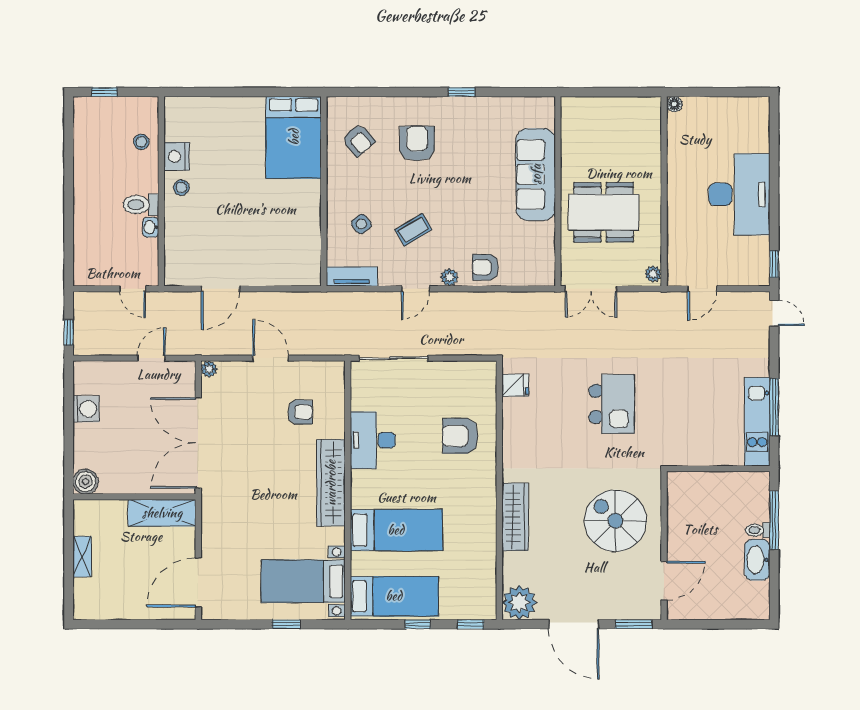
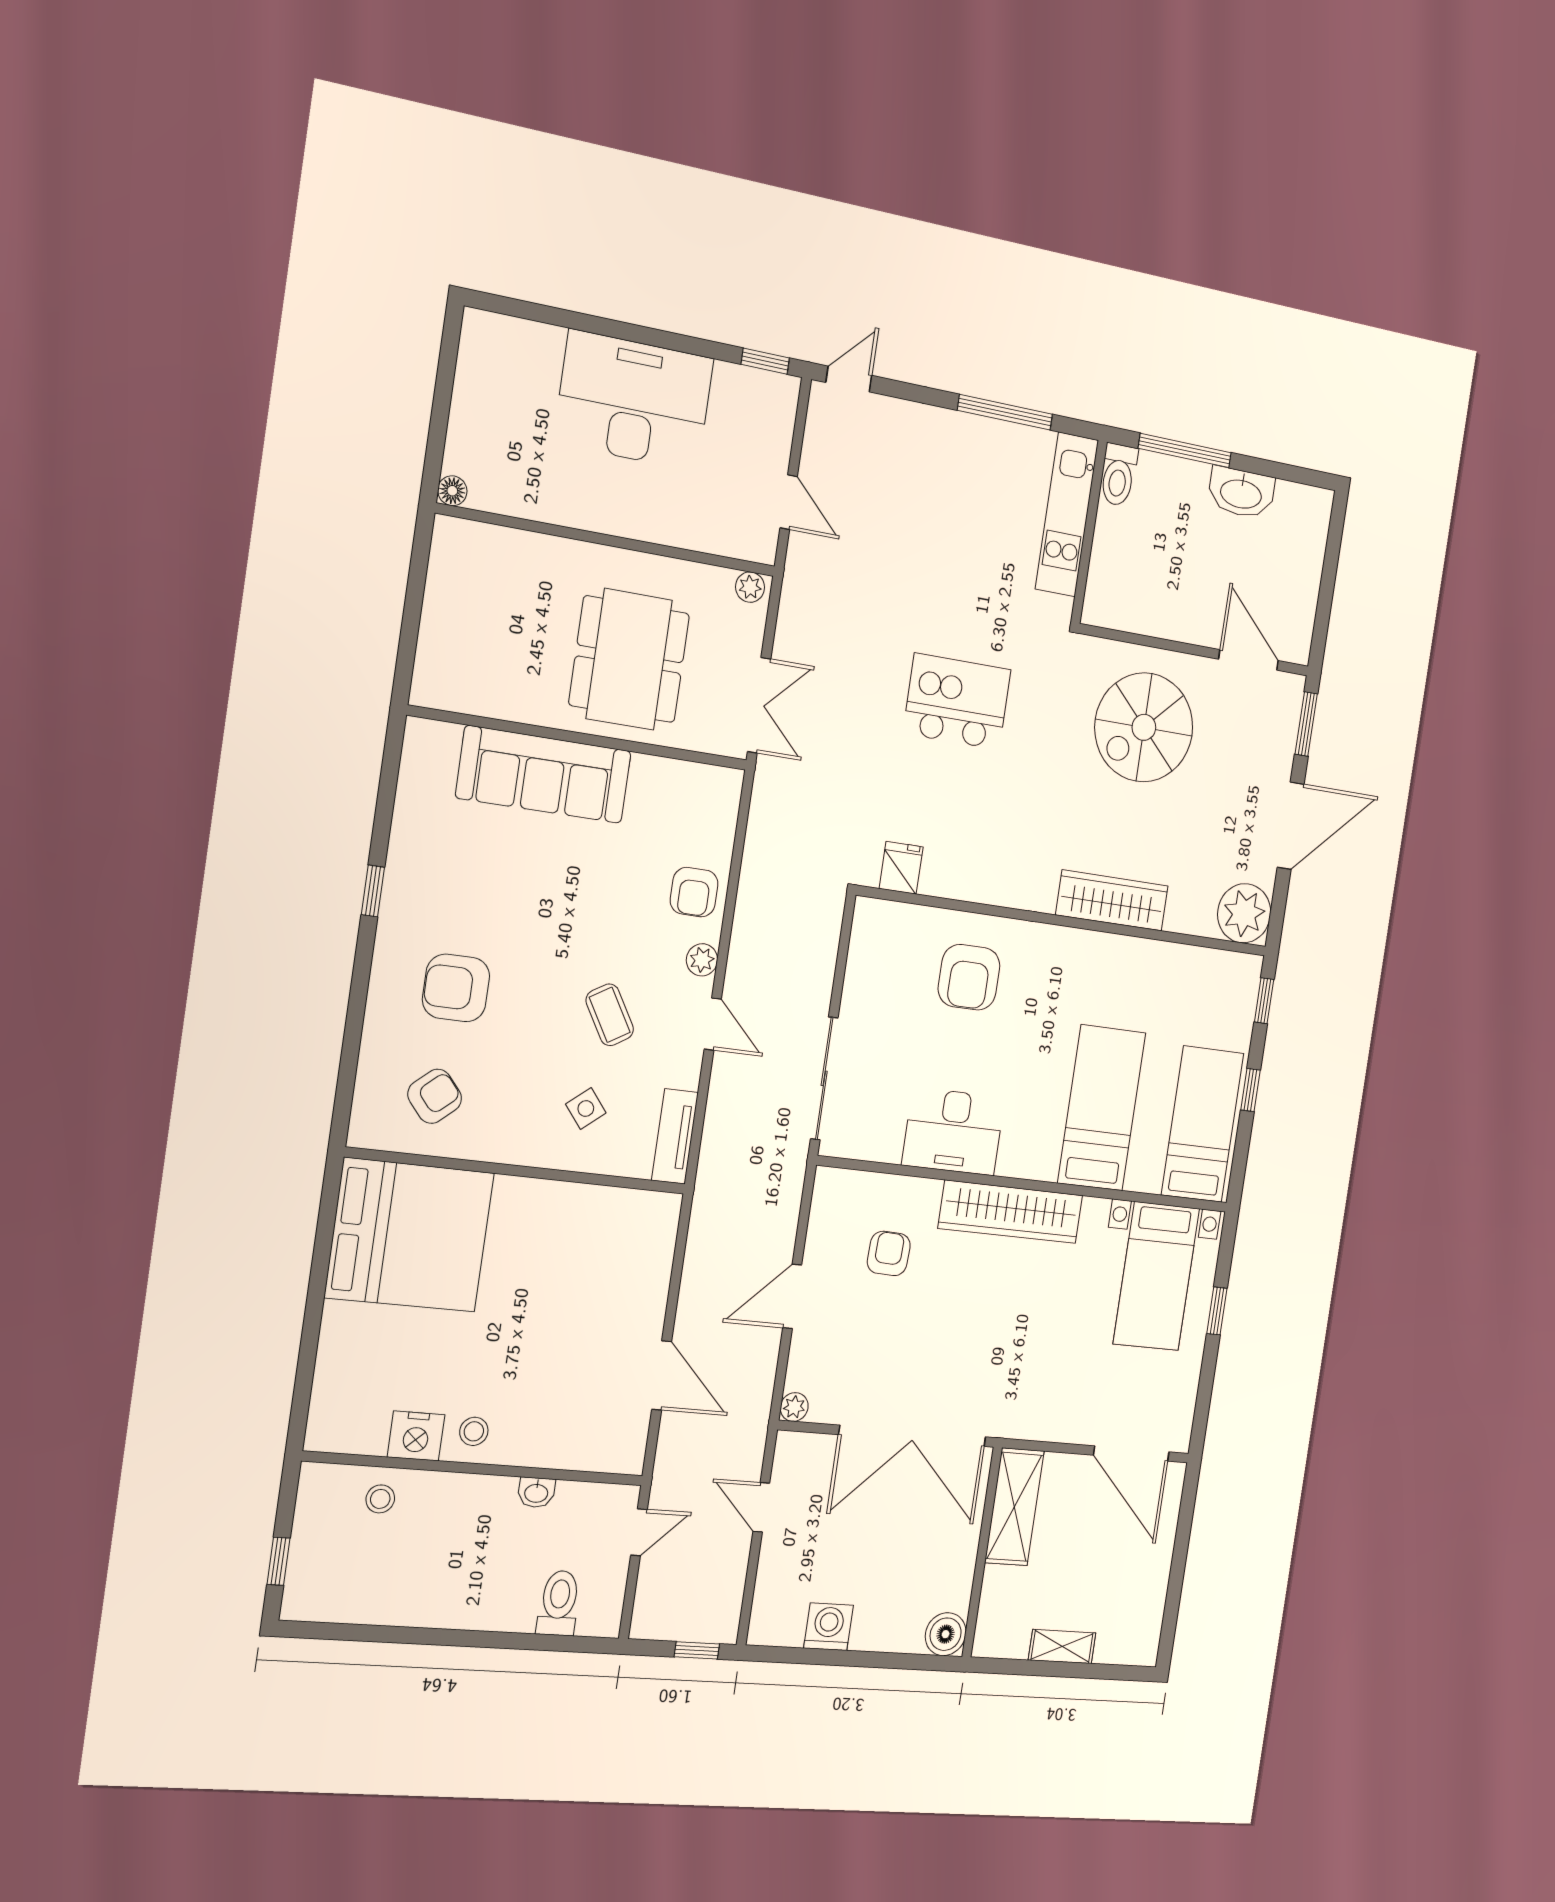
bed: (294, 137) -> (410, 1235), width x1.36
toilet: (141, 205) -> (559, 1603), moved, turned 180
kitchen unit: (757, 422) -> (1067, 514), moved, turned 90
toilet: (758, 530) -> (1118, 475), moved, width x1.37, depth x1.39

